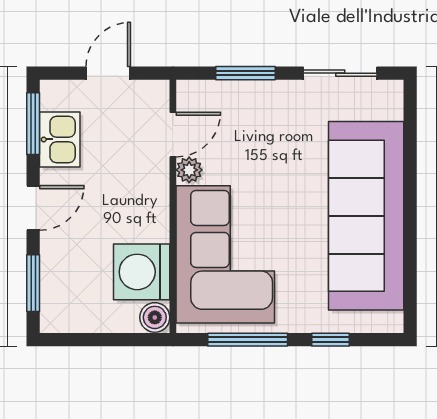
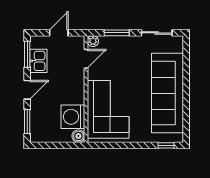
plant: (189, 170) -> (93, 41), moved
window: (248, 340) -> (118, 145), removed
window: (330, 340) -> (166, 145), moved

